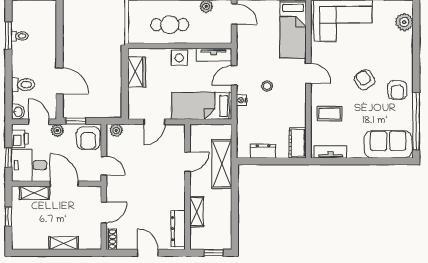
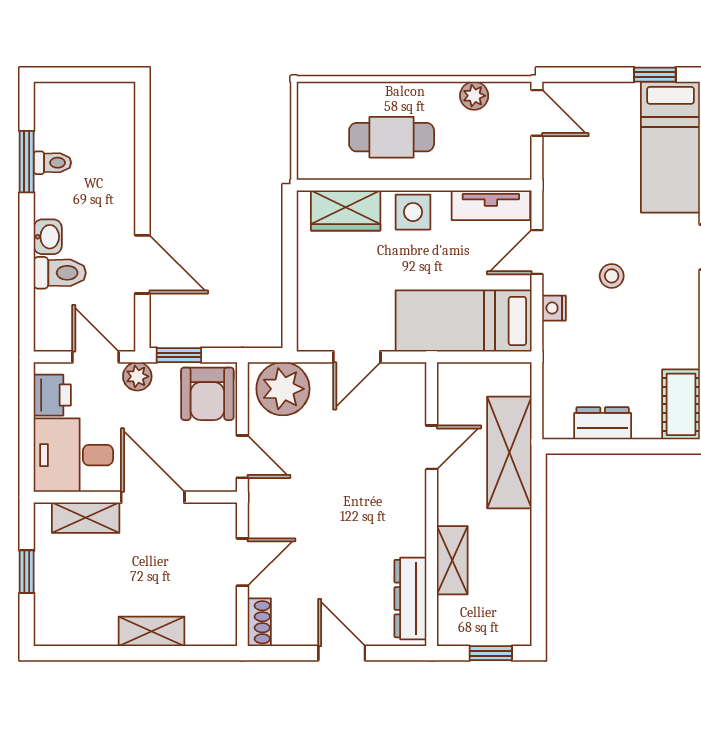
wardrobe: (137, 72) -> (346, 210), moved, turned 90
washbasin: (18, 112) -> (48, 237), moved
plant: (116, 130) -> (283, 389), width x1.88, depth x1.88
window: (8, 158) -> (27, 438), removed

